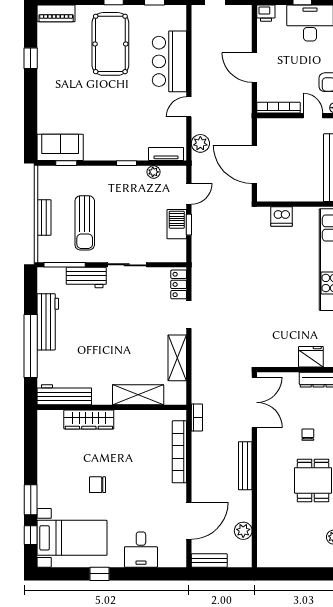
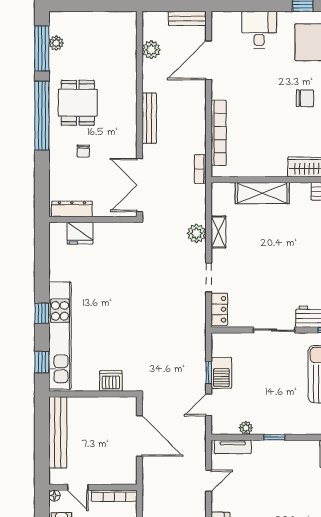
door: (189, 107) -> (209, 481), moved
plant: (200, 143) -> (197, 233), moved
shelving: (177, 358) -> (218, 232), width x0.67, depth x0.75

